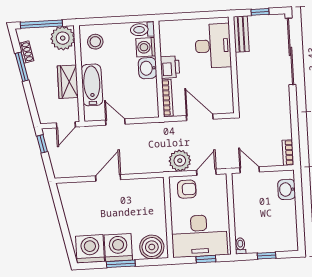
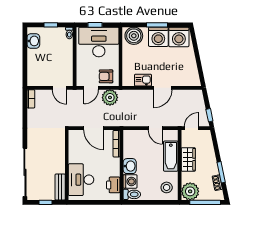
printer: (170, 67) -> (113, 185), moved
kitchen sink: (136, 187) -> (143, 80), added
washbasin: (287, 189) -> (33, 41), moved

